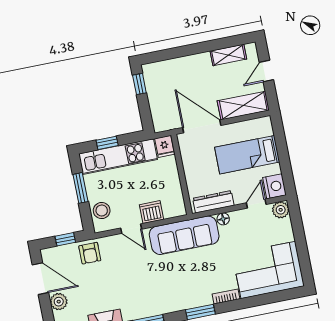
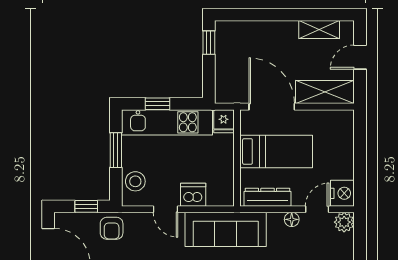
bed: (247, 155) -> (276, 151), moved, turned 180
floor lamp: (223, 219) -> (292, 219), moved

